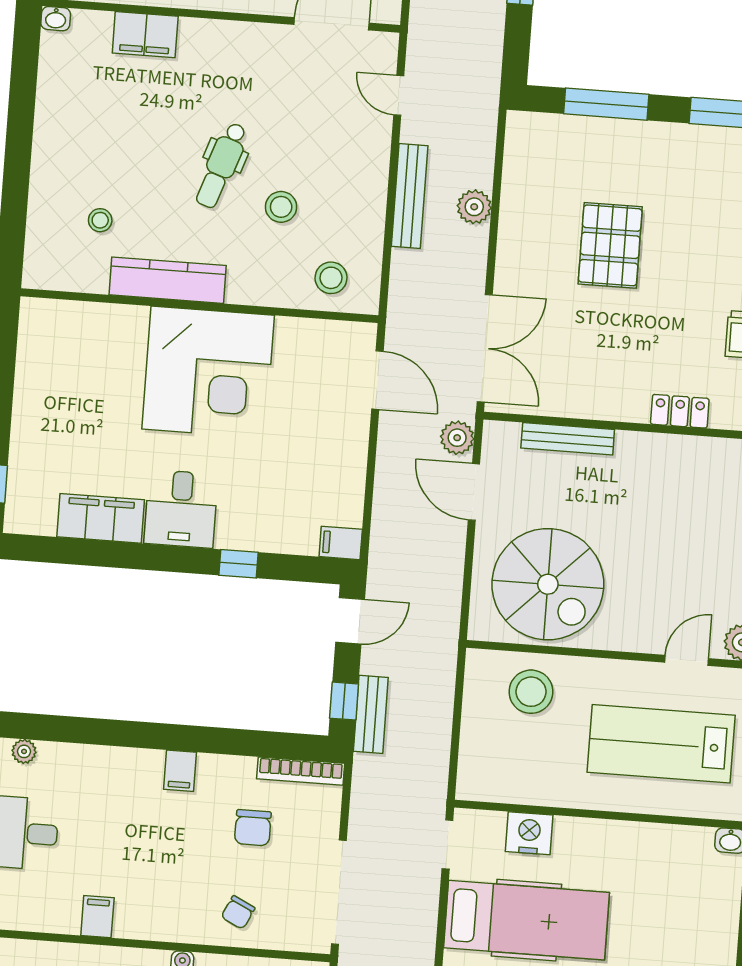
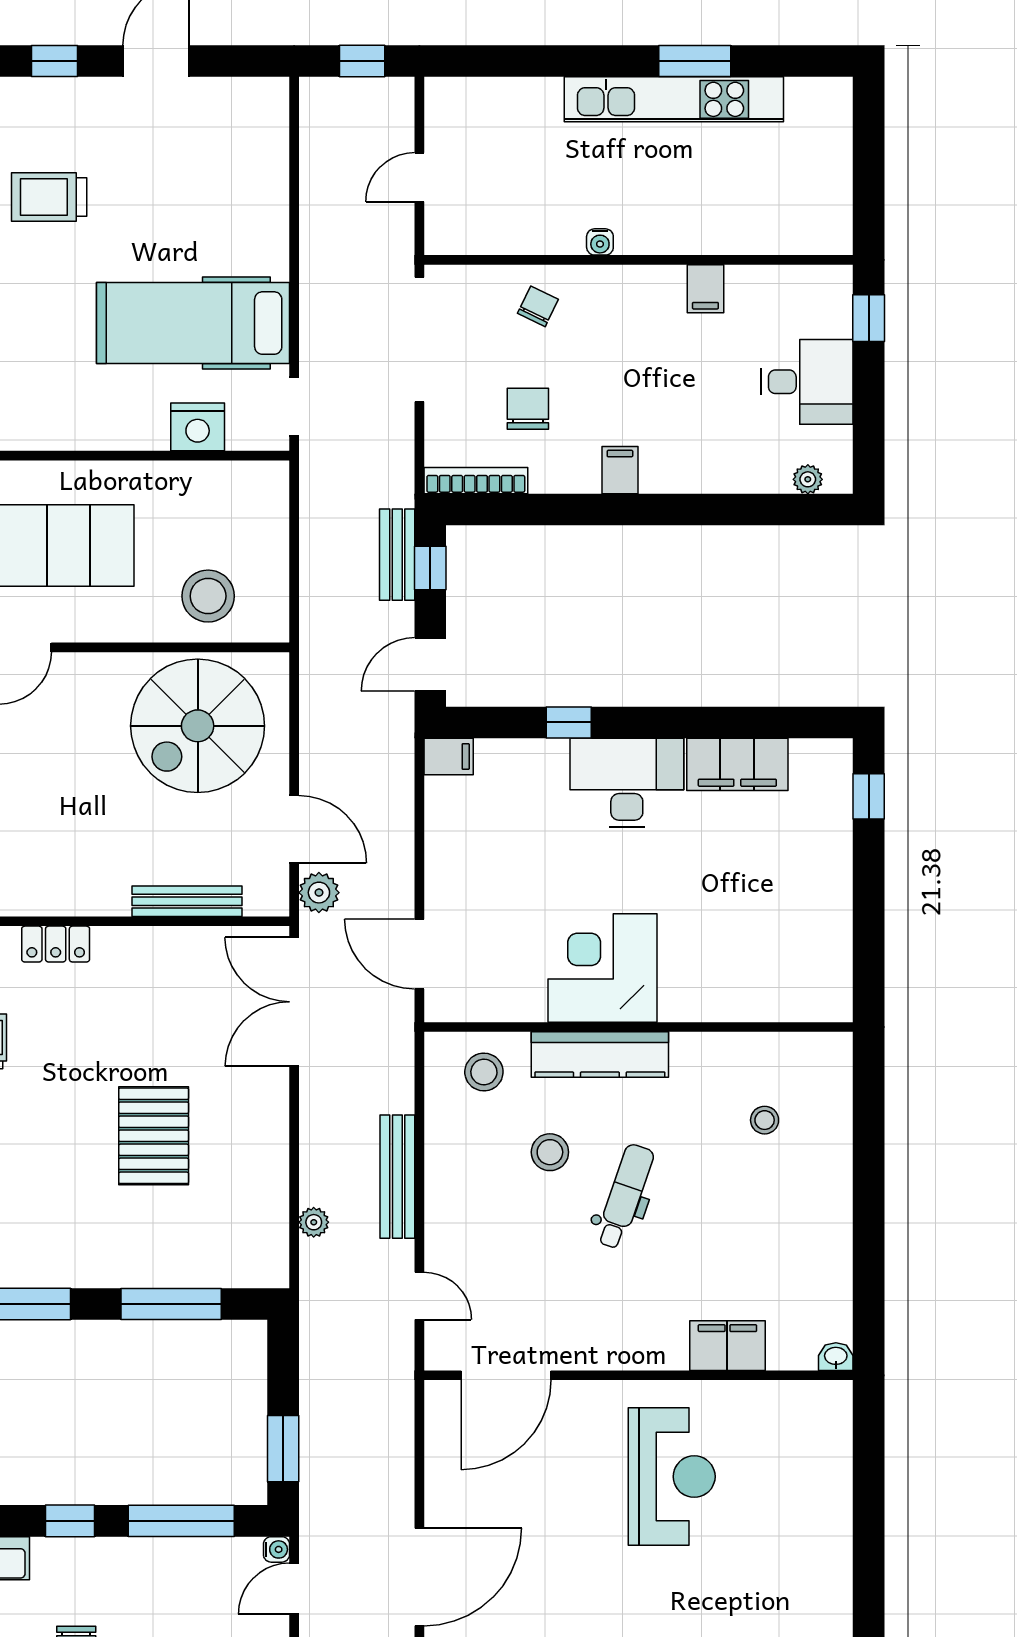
plant: (474, 207) -> (314, 1222), moved, width x0.73, depth x0.73
kitchen counter: (168, 280) -> (600, 1055), moved
corner desk: (208, 372) -> (603, 968), width x0.74, depth x0.74
desk: (181, 509) -> (627, 783), width x1.37
spiral stairs: (548, 584) -> (198, 726), turned -90

